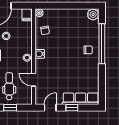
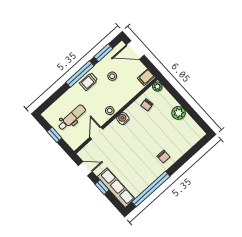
plant: (93, 15) -> (179, 113), moved
window: (102, 44) -> (151, 189), moved

